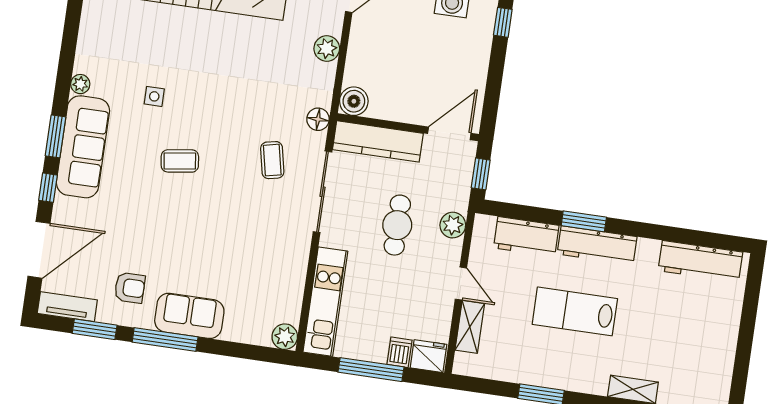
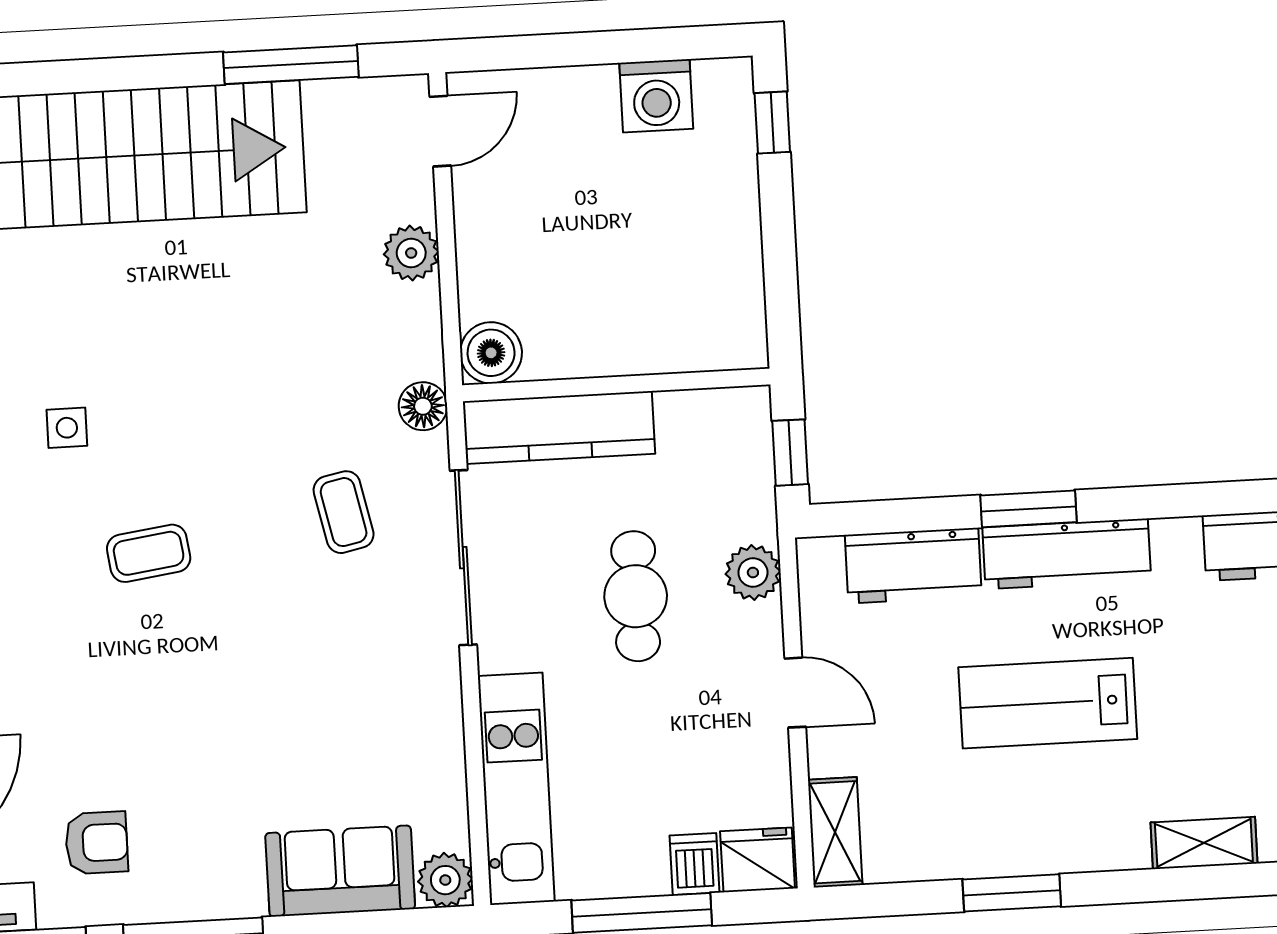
door: (449, 133) -> (707, 380), removed
sofa: (189, 316) -> (340, 871), moved
shelving: (470, 327) -> (835, 832), moved

